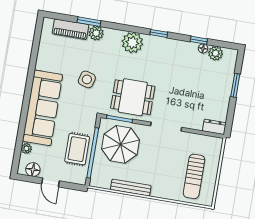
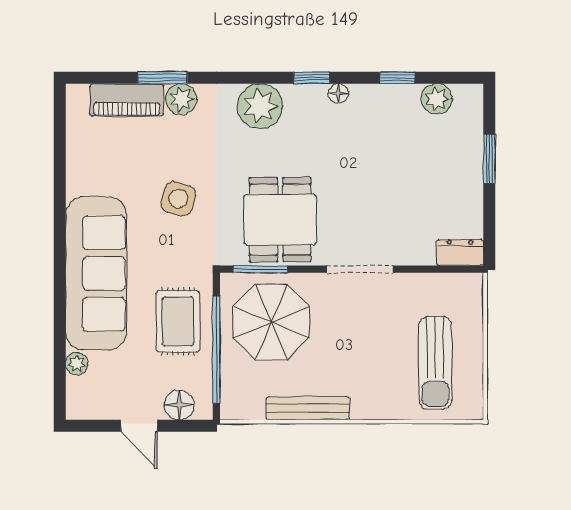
floor lamp: (203, 48) -> (338, 93), moved
dining table: (133, 97) -> (280, 220), turned 90
rug: (77, 149) -> (178, 321), moved
floor lamp: (33, 169) -> (179, 405), moved

